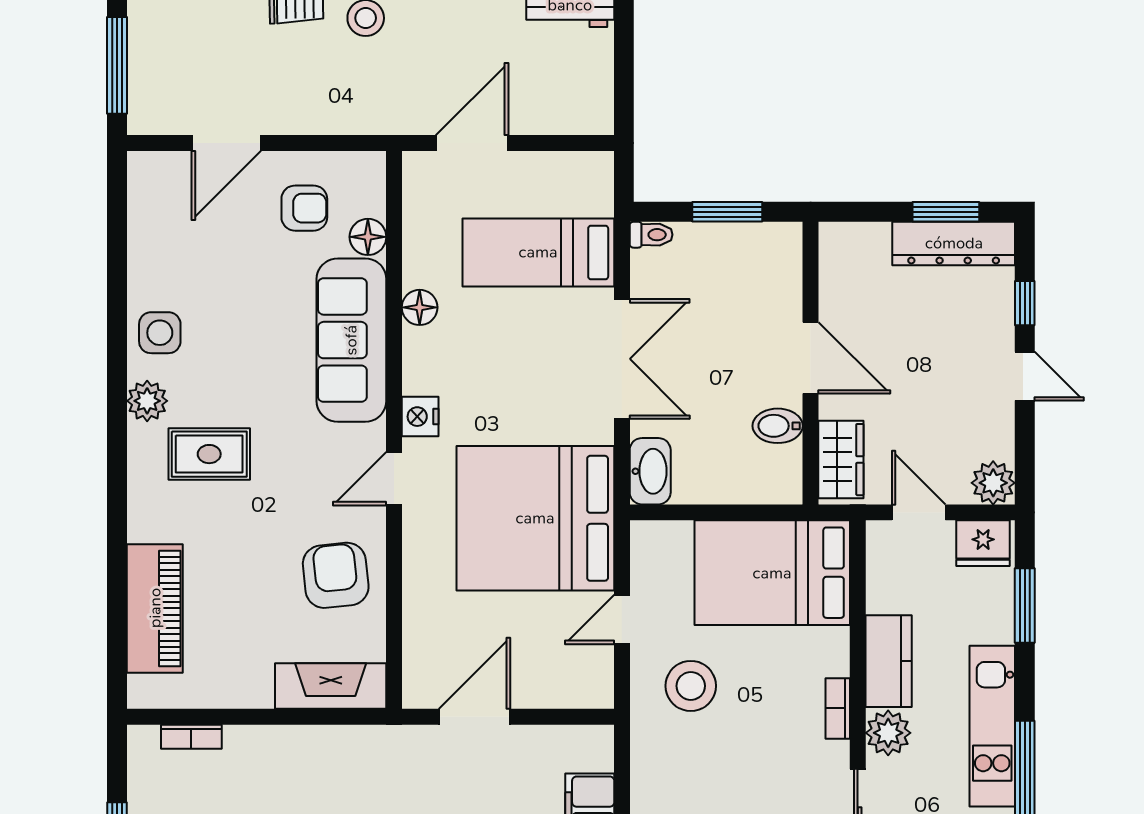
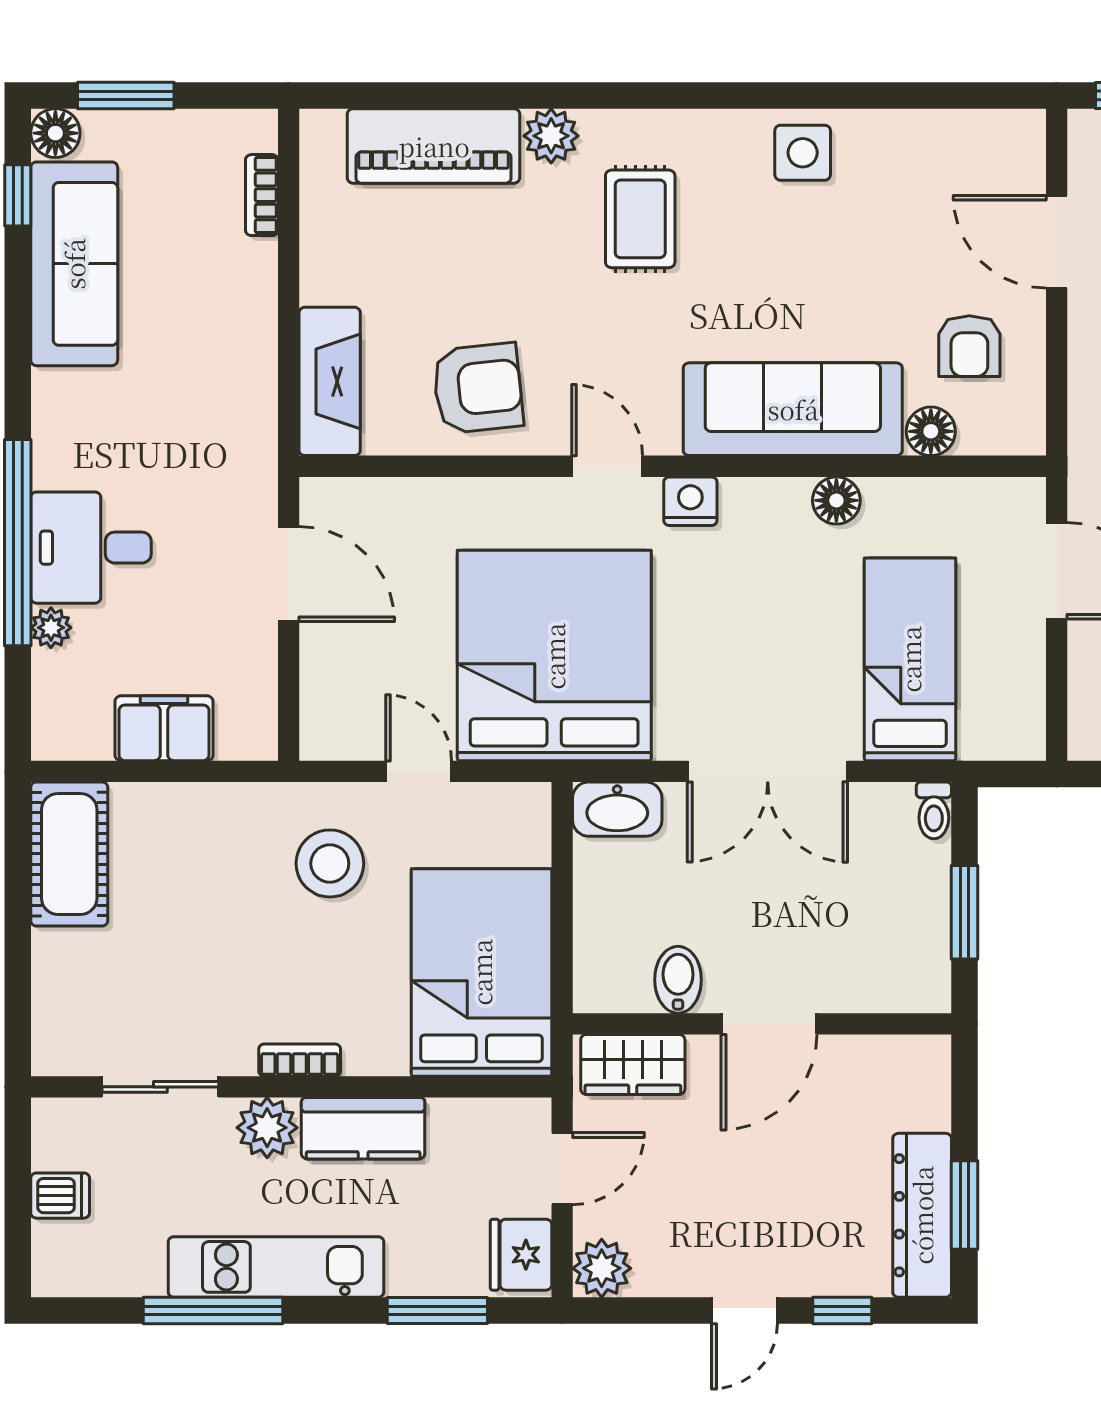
plant: (147, 401) -> (551, 136), moved

